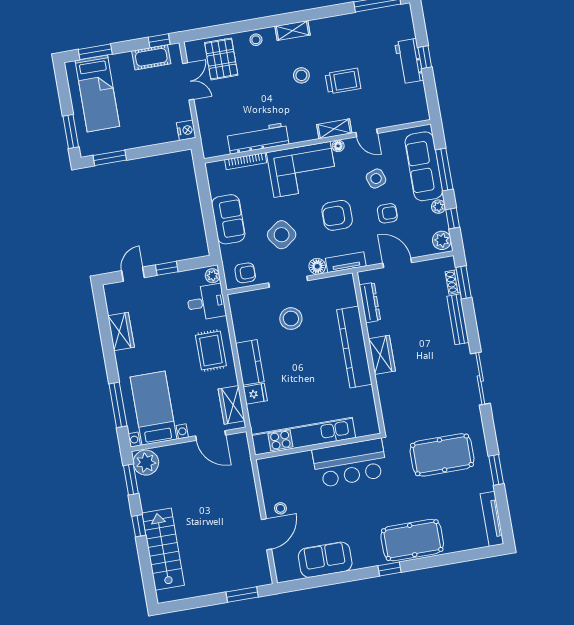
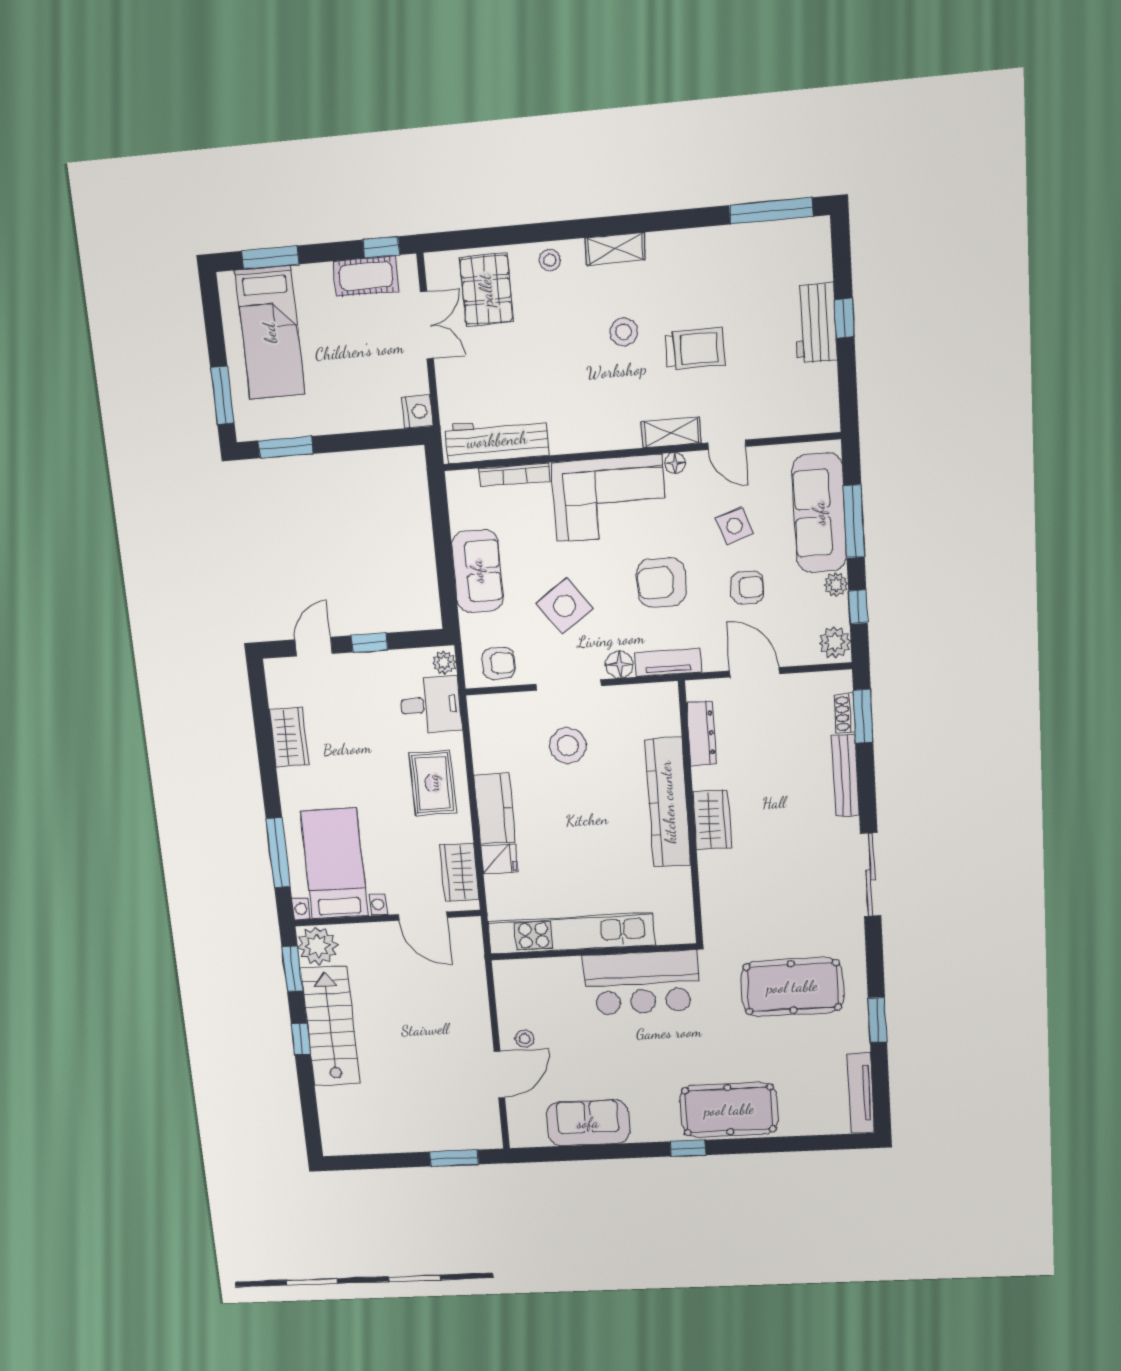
workbench: (258, 138) -> (497, 440), moved
stairs: (163, 549) -> (330, 1026), moved

